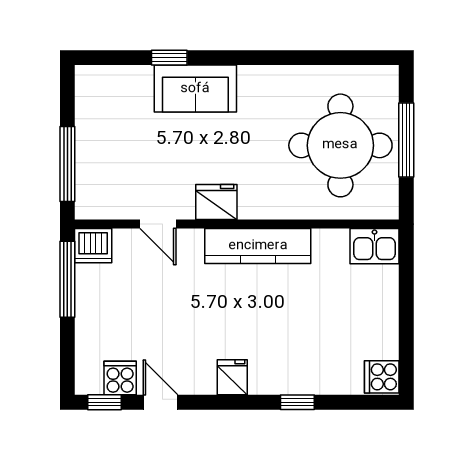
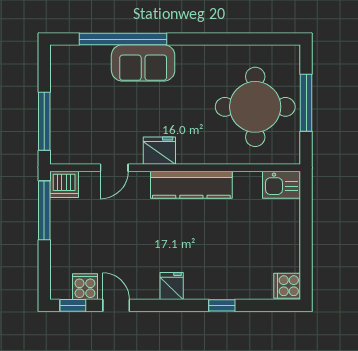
window: (169, 58) -> (123, 39), width x3.17
door: (158, 224) -> (114, 168), hinge flipped

